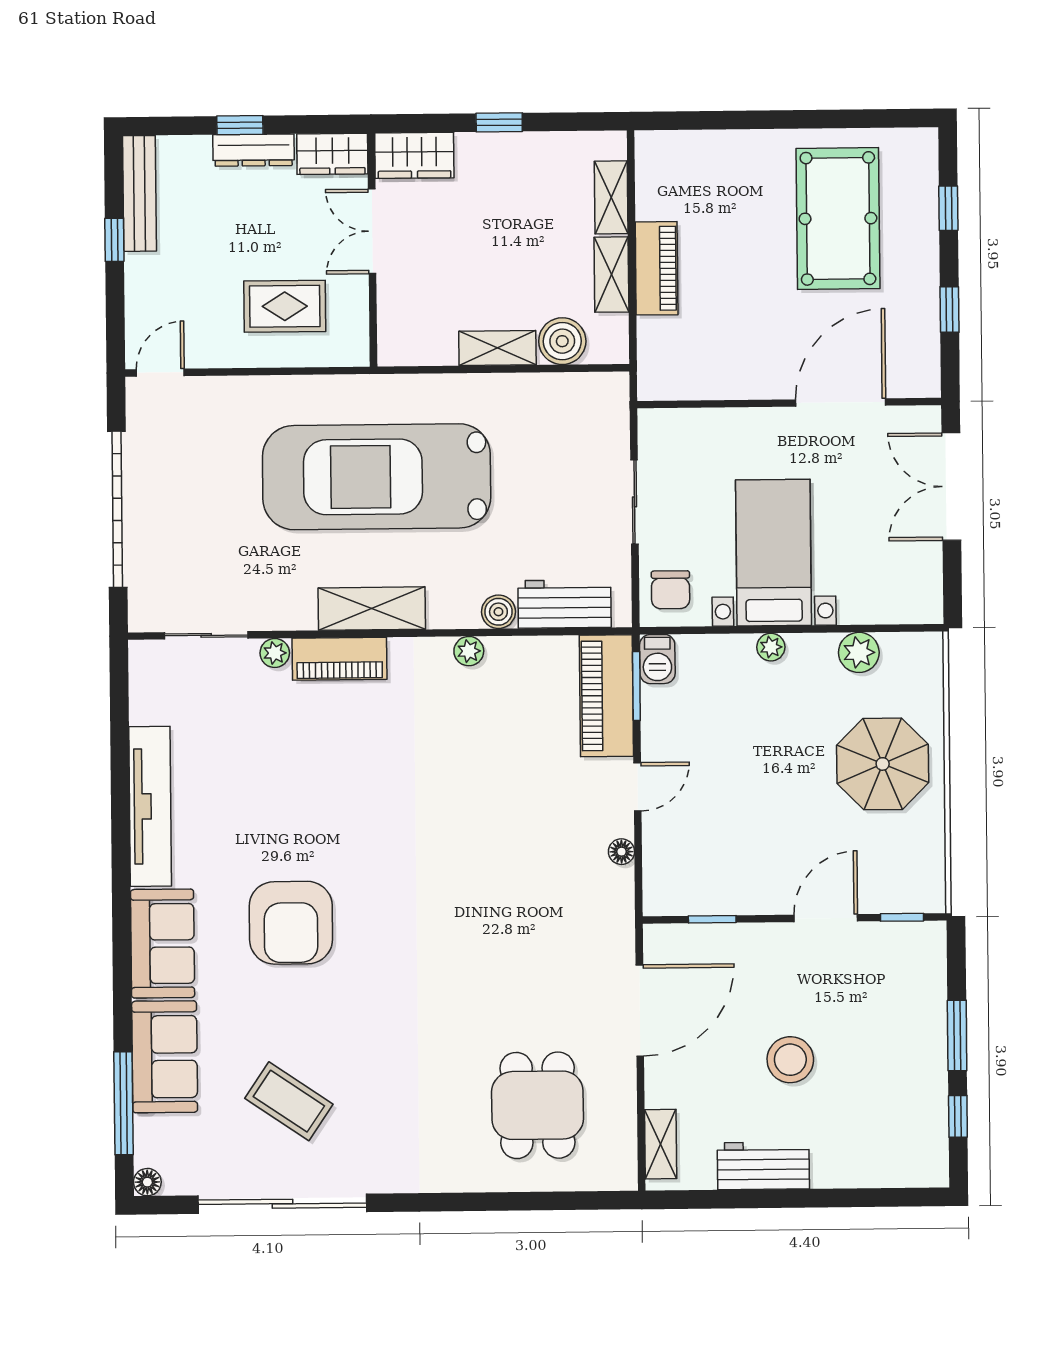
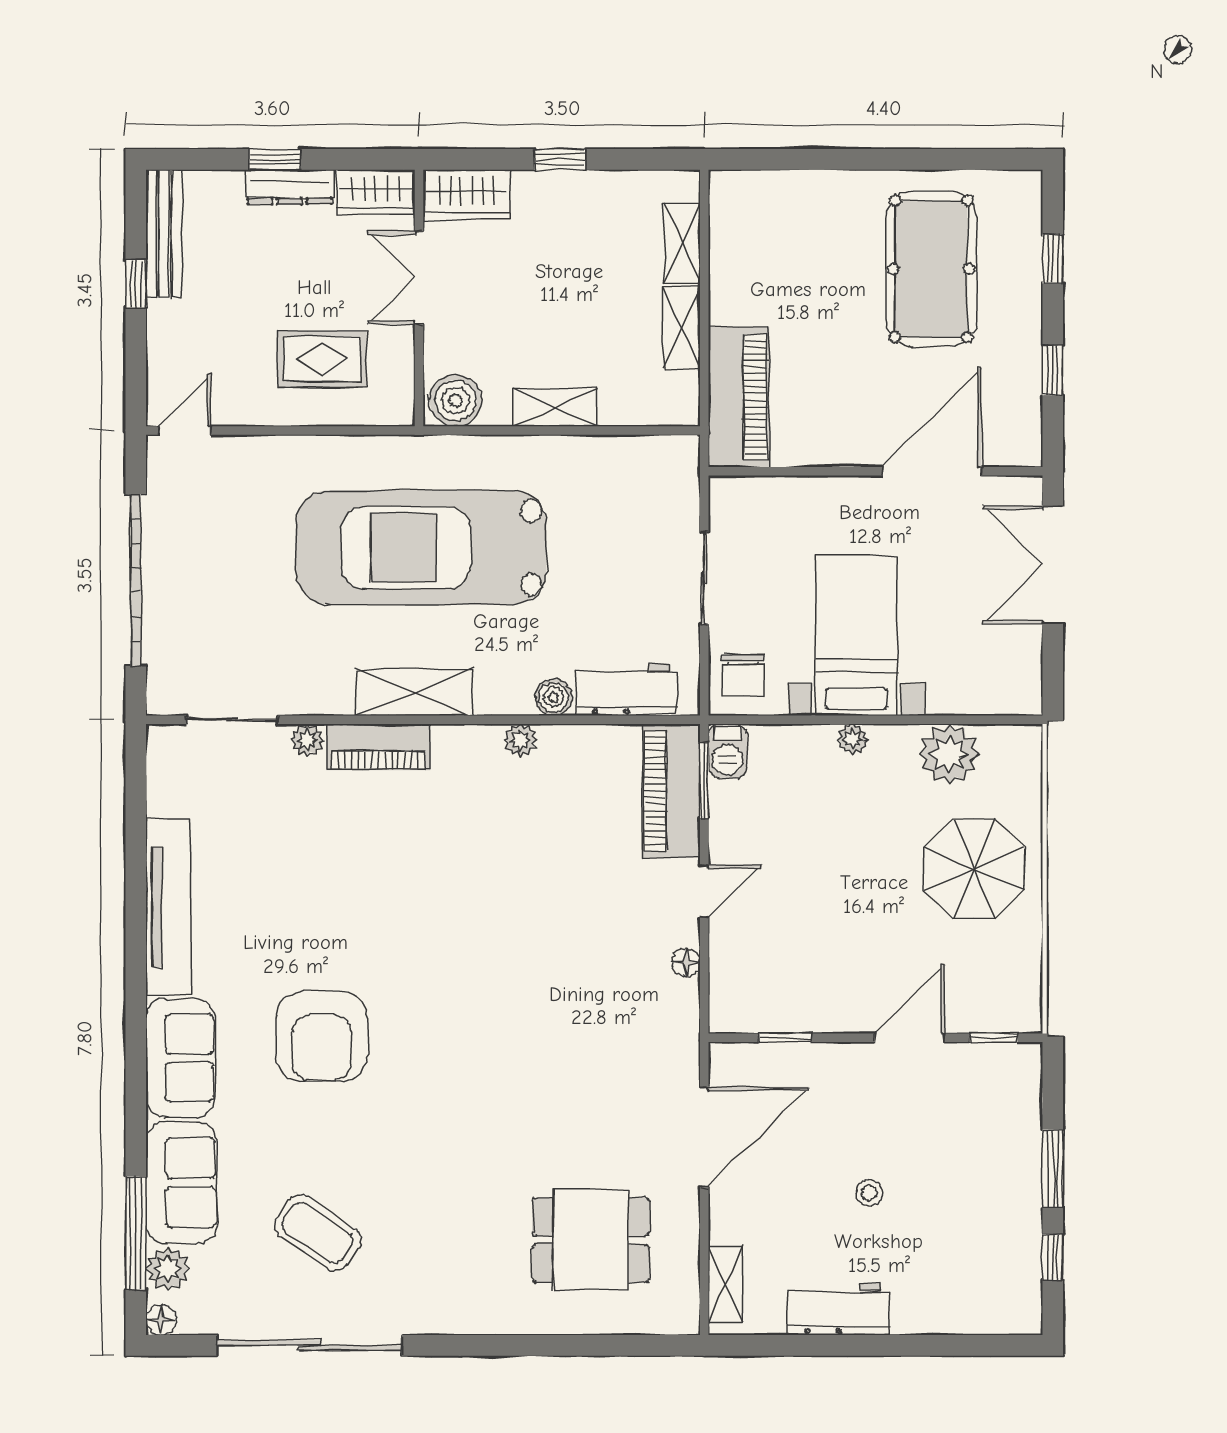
piano: (657, 268) -> (739, 397), moved, width x1.37, depth x1.33
boiler: (562, 341) -> (456, 401), moved
plant: (859, 652) -> (949, 754), width x1.36, depth x1.36
stool: (790, 1060) -> (869, 1193), width x0.53, depth x0.53
dining table: (537, 1105) -> (591, 1240), turned 90
plant: (153, 1135) -> (168, 1269), added

